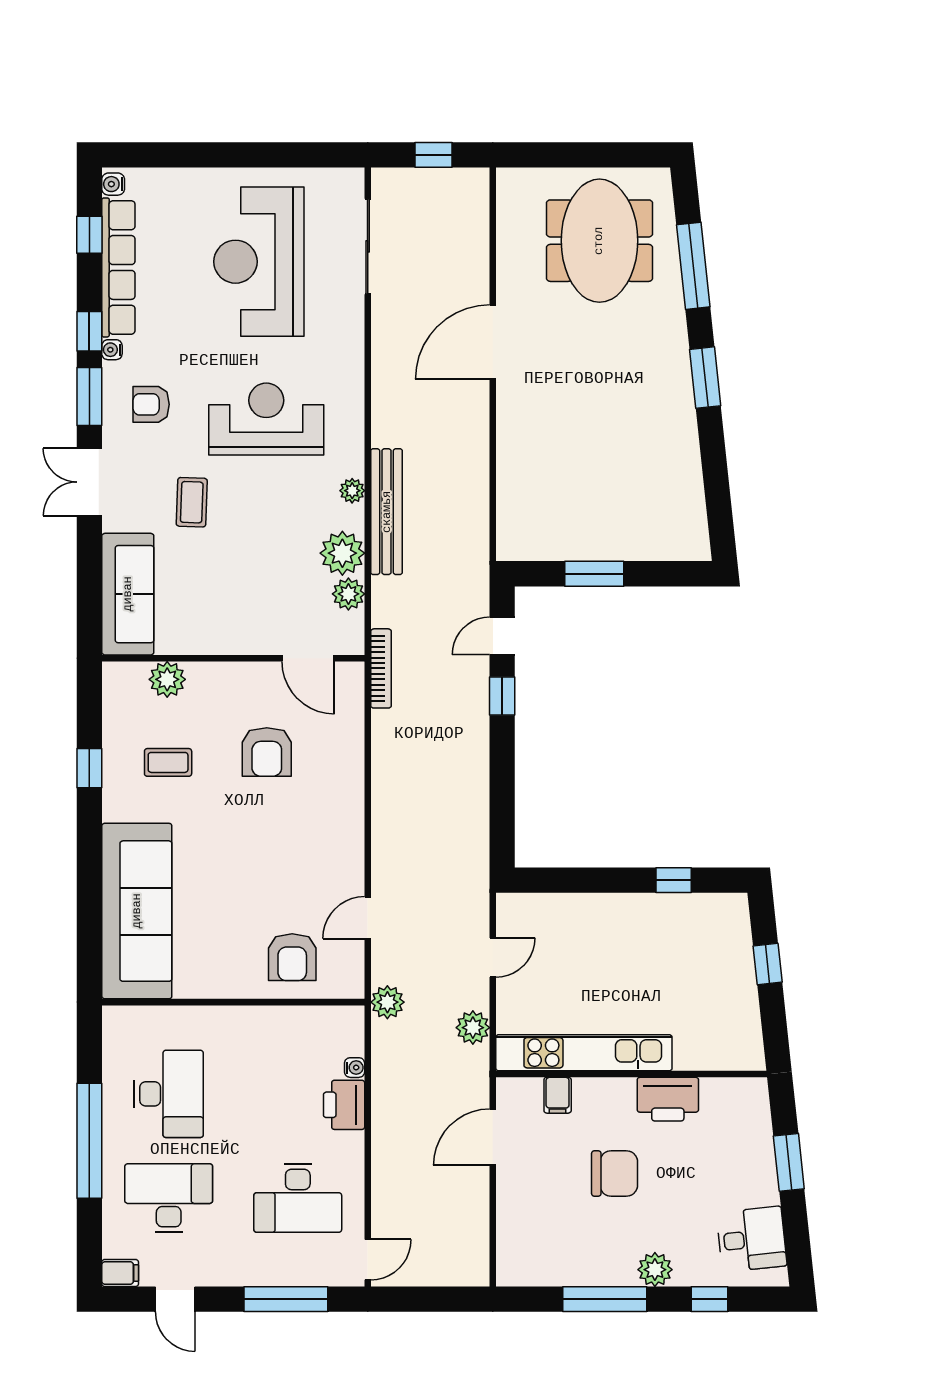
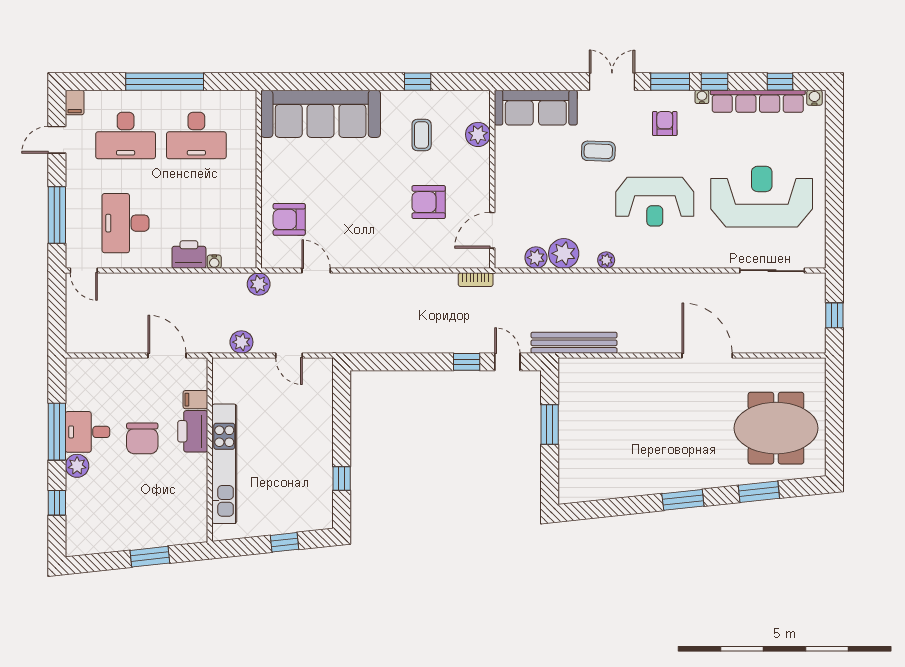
window: (693, 266) -> (759, 492), width x0.69
reception desk: (266, 419) -> (655, 202), turned 90
bench: (387, 512) -> (574, 343), moved
bookcase: (381, 668) -> (476, 280), width x0.64
kitchen unit: (584, 1053) -> (224, 464), moved
printer: (668, 1099) -> (193, 431), moved
desk: (169, 1198) -> (126, 135), turned 90
desk: (752, 1239) -> (88, 432), moved, turned 96

